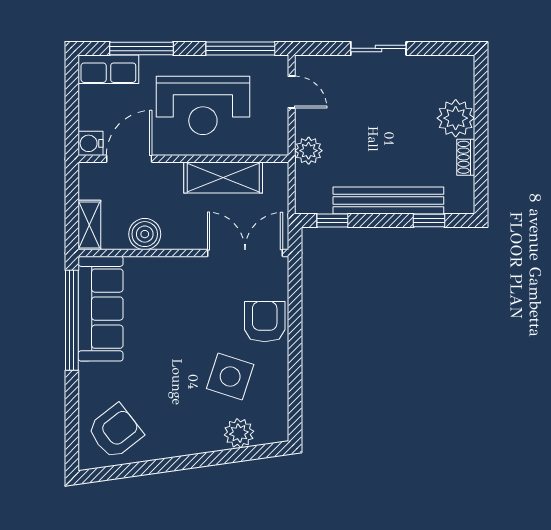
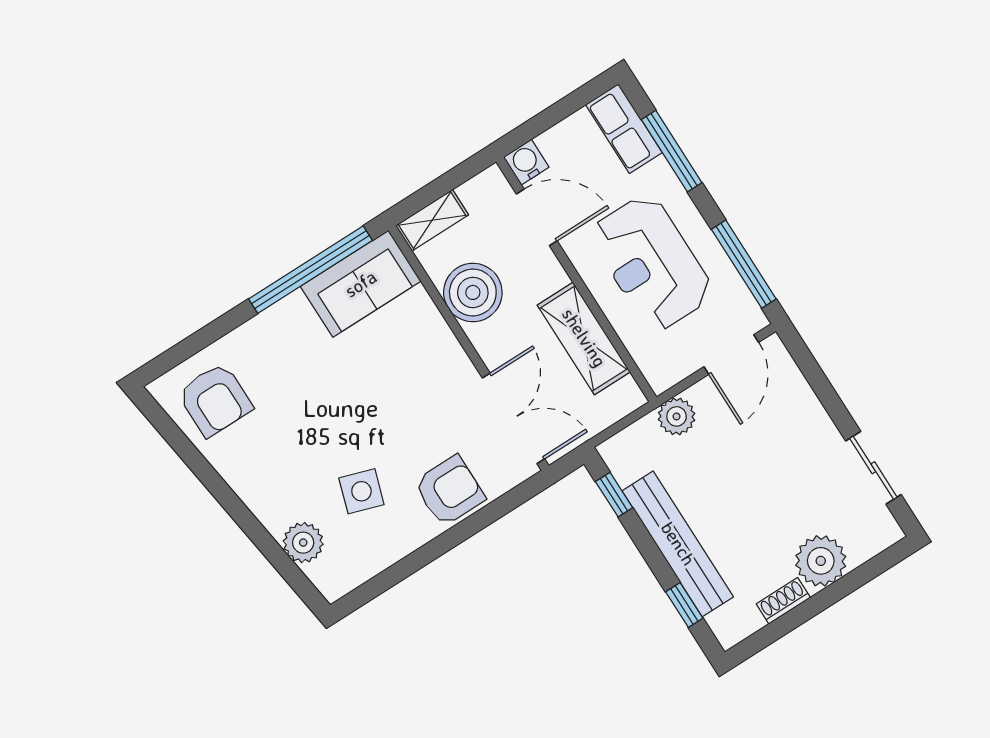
sliding door: (378, 48) -> (873, 468), moved
door: (292, 92) -> (731, 355), width x1.38
boiler: (145, 234) -> (473, 292), width x1.37, depth x1.37
sofa: (101, 309) -> (361, 284), width x0.73
side table: (230, 377) -> (361, 491), width x0.73, depth x0.73
armchair: (115, 431) -> (215, 400), turned 38

